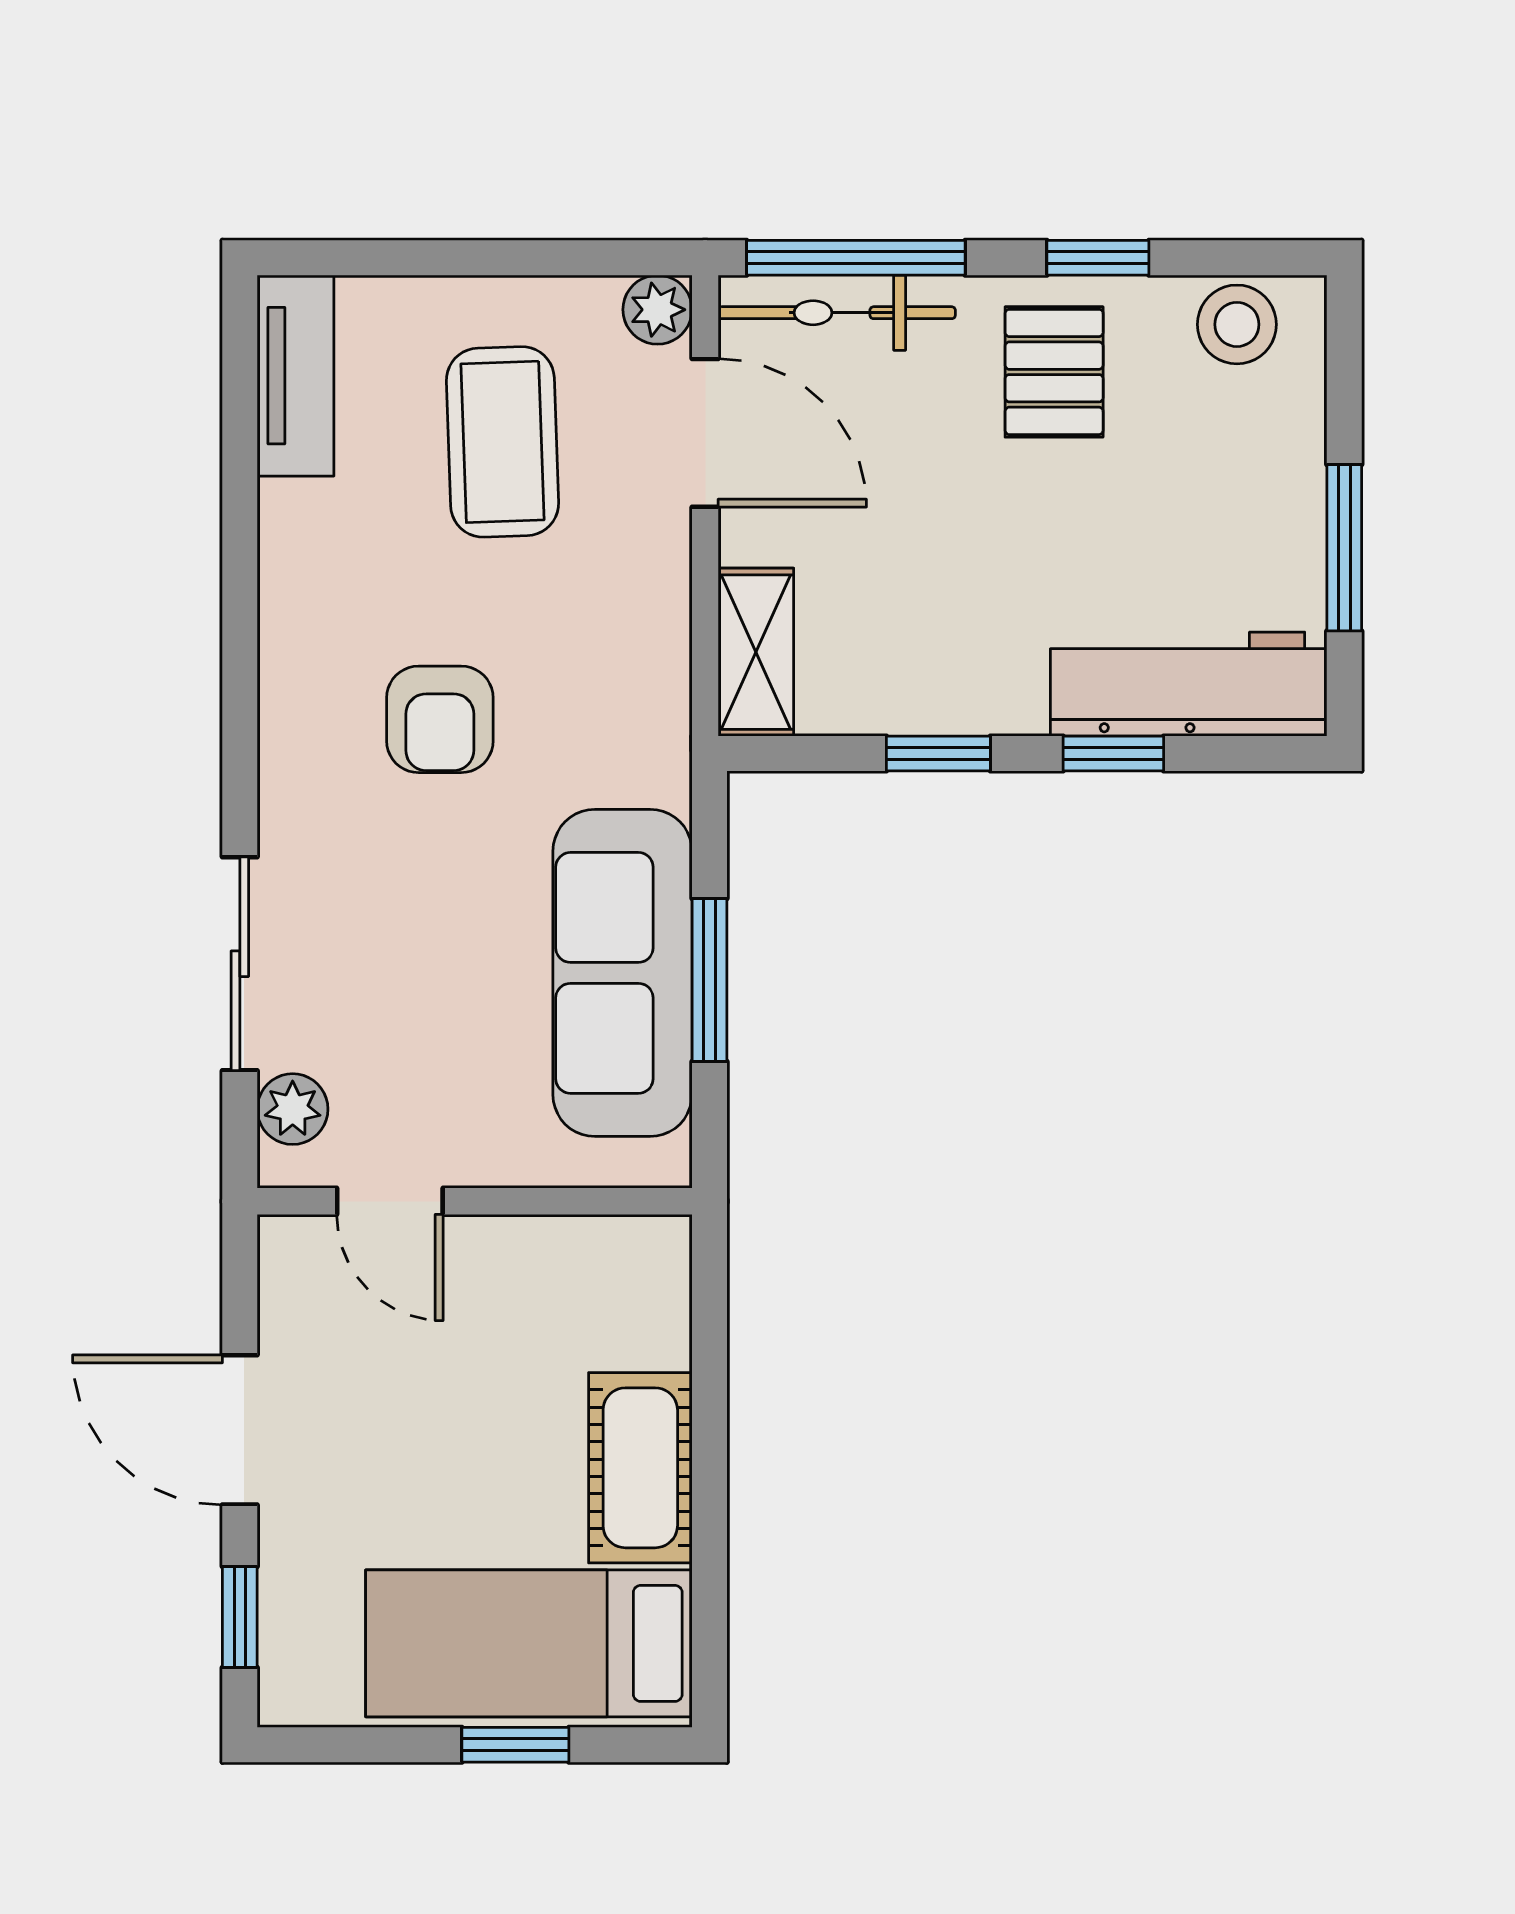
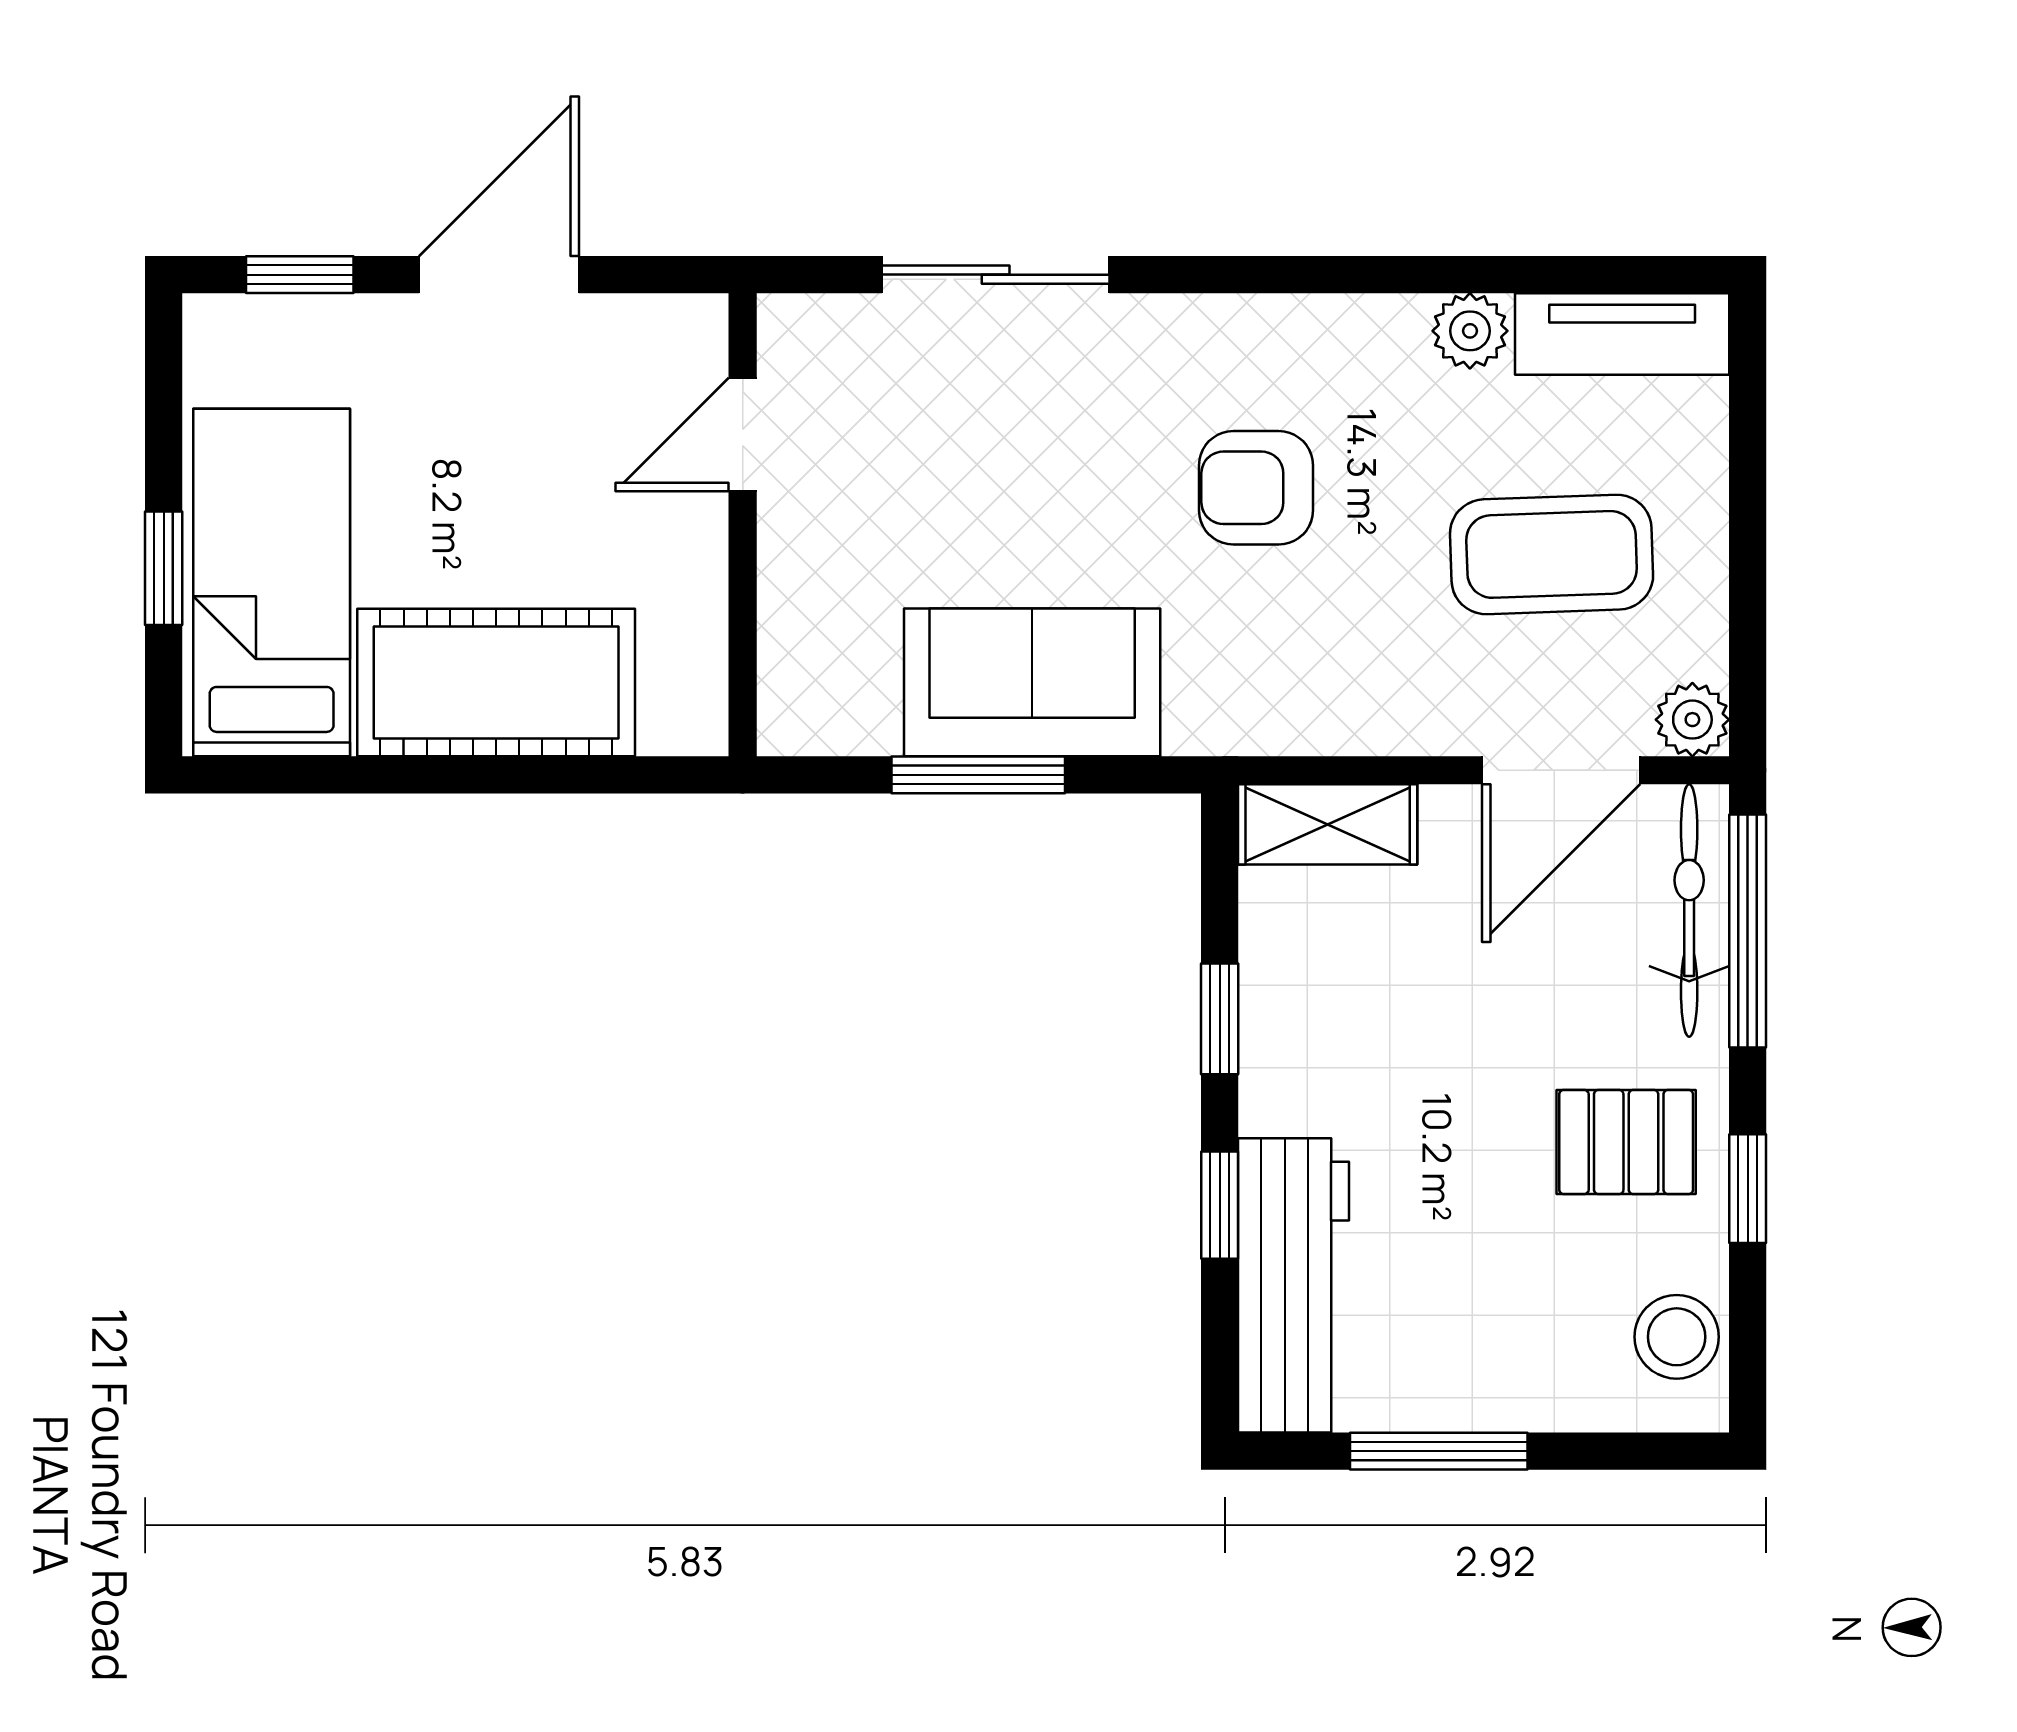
sofa: (622, 973) -> (1032, 682), width x0.73
plant: (293, 1109) -> (1470, 331), moved
cot: (640, 1468) -> (496, 683), width x1.37, depth x1.34

